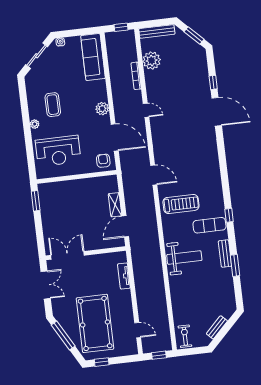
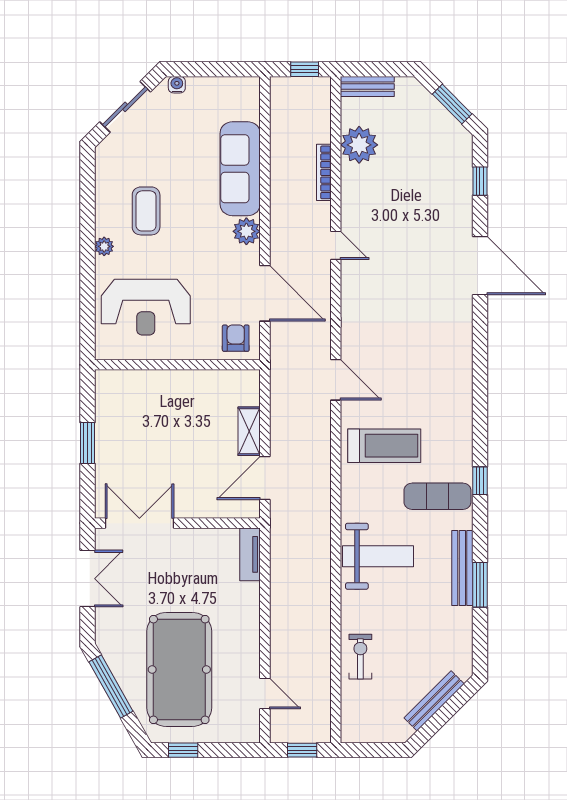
bench: (157, 31) -> (367, 87), width x0.73
sofa: (93, 57) -> (240, 169), moved
window: (213, 82) -> (480, 181), moved
window: (36, 201) -> (88, 443), moved
bench: (225, 254) -> (462, 568), width x1.36
tv unit: (124, 276) -> (250, 554), moved
bench: (217, 327) -> (434, 701), width x1.36
exercise bike: (185, 336) -> (360, 657), moved

